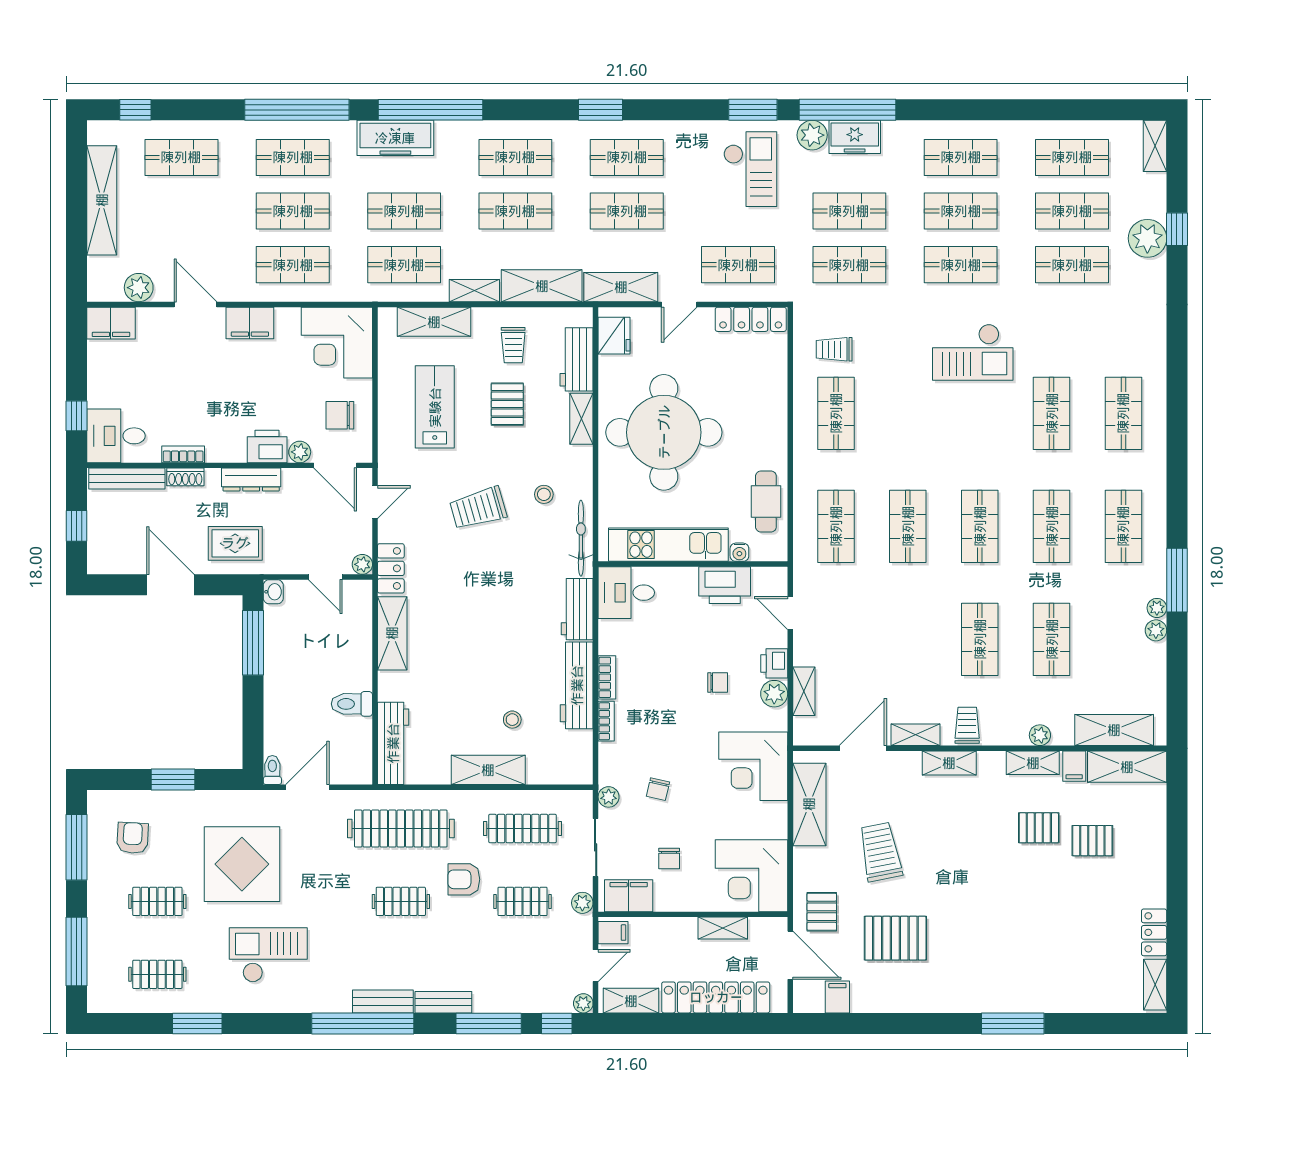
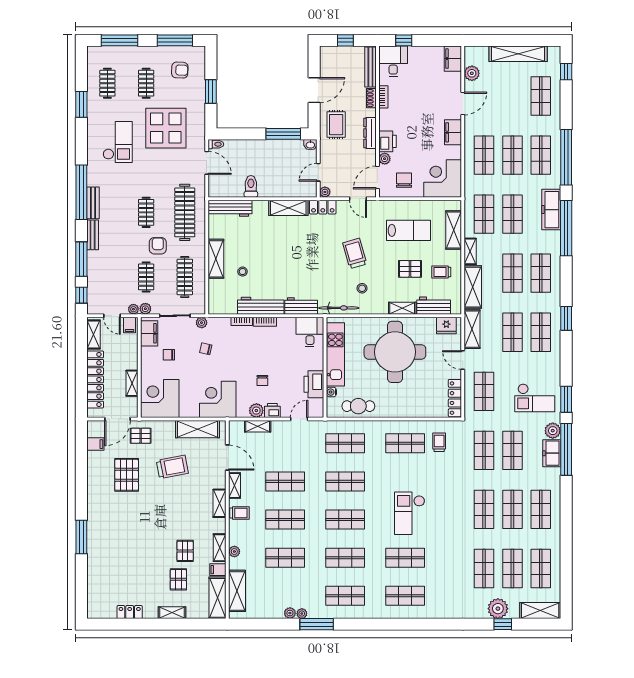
shelving: (1155, 146) -> (540, 611), width x1.50, depth x1.33
checkout: (973, 352) -> (410, 513), moved
shop shelf: (908, 639) -> (285, 481), added
shelving: (1155, 985) -> (172, 613), moved
plant: (583, 1003) -> (133, 309), moved

